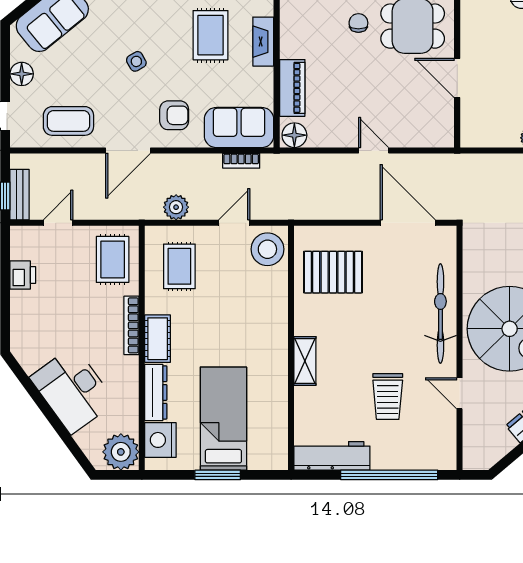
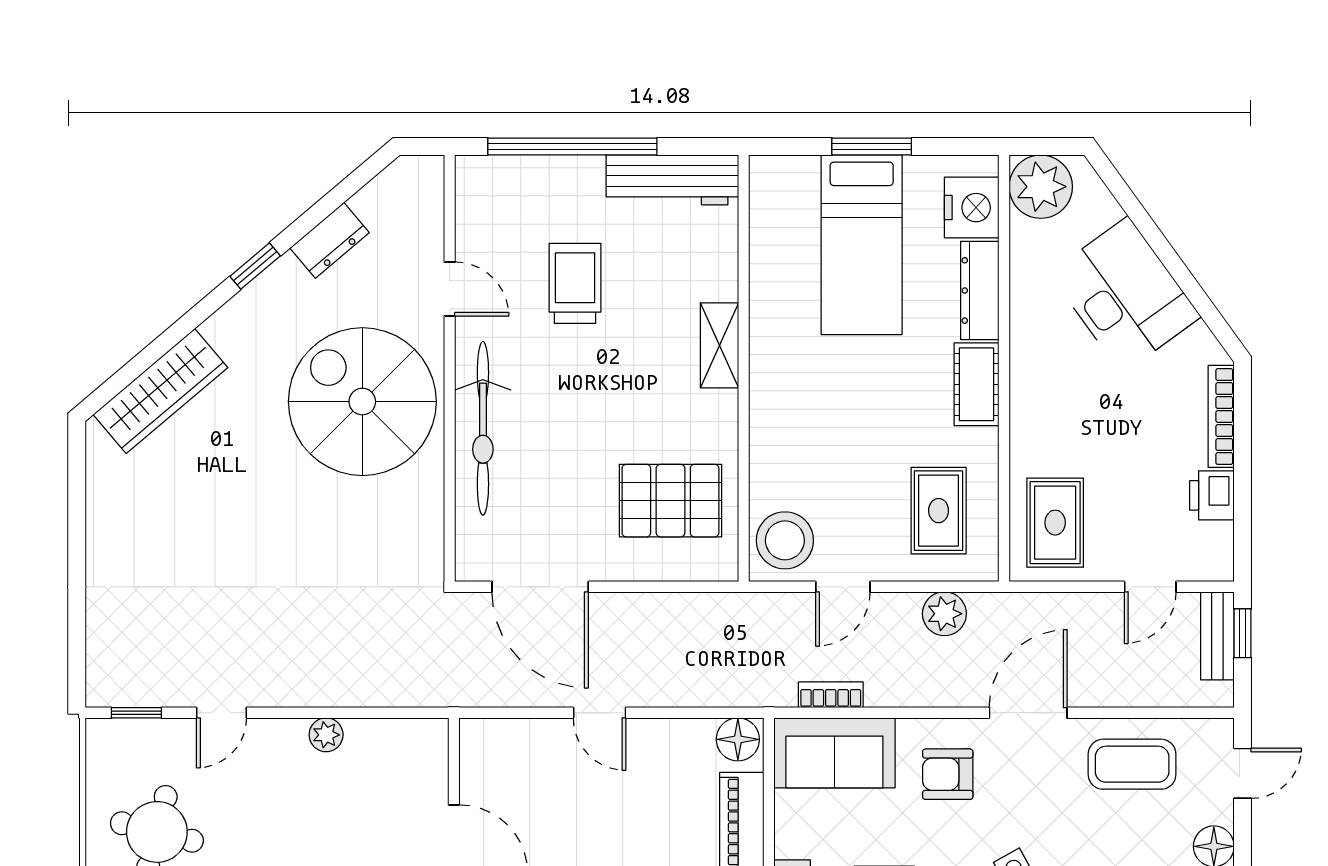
bookcase: (131, 325) -> (1221, 416), moved, turned 180

